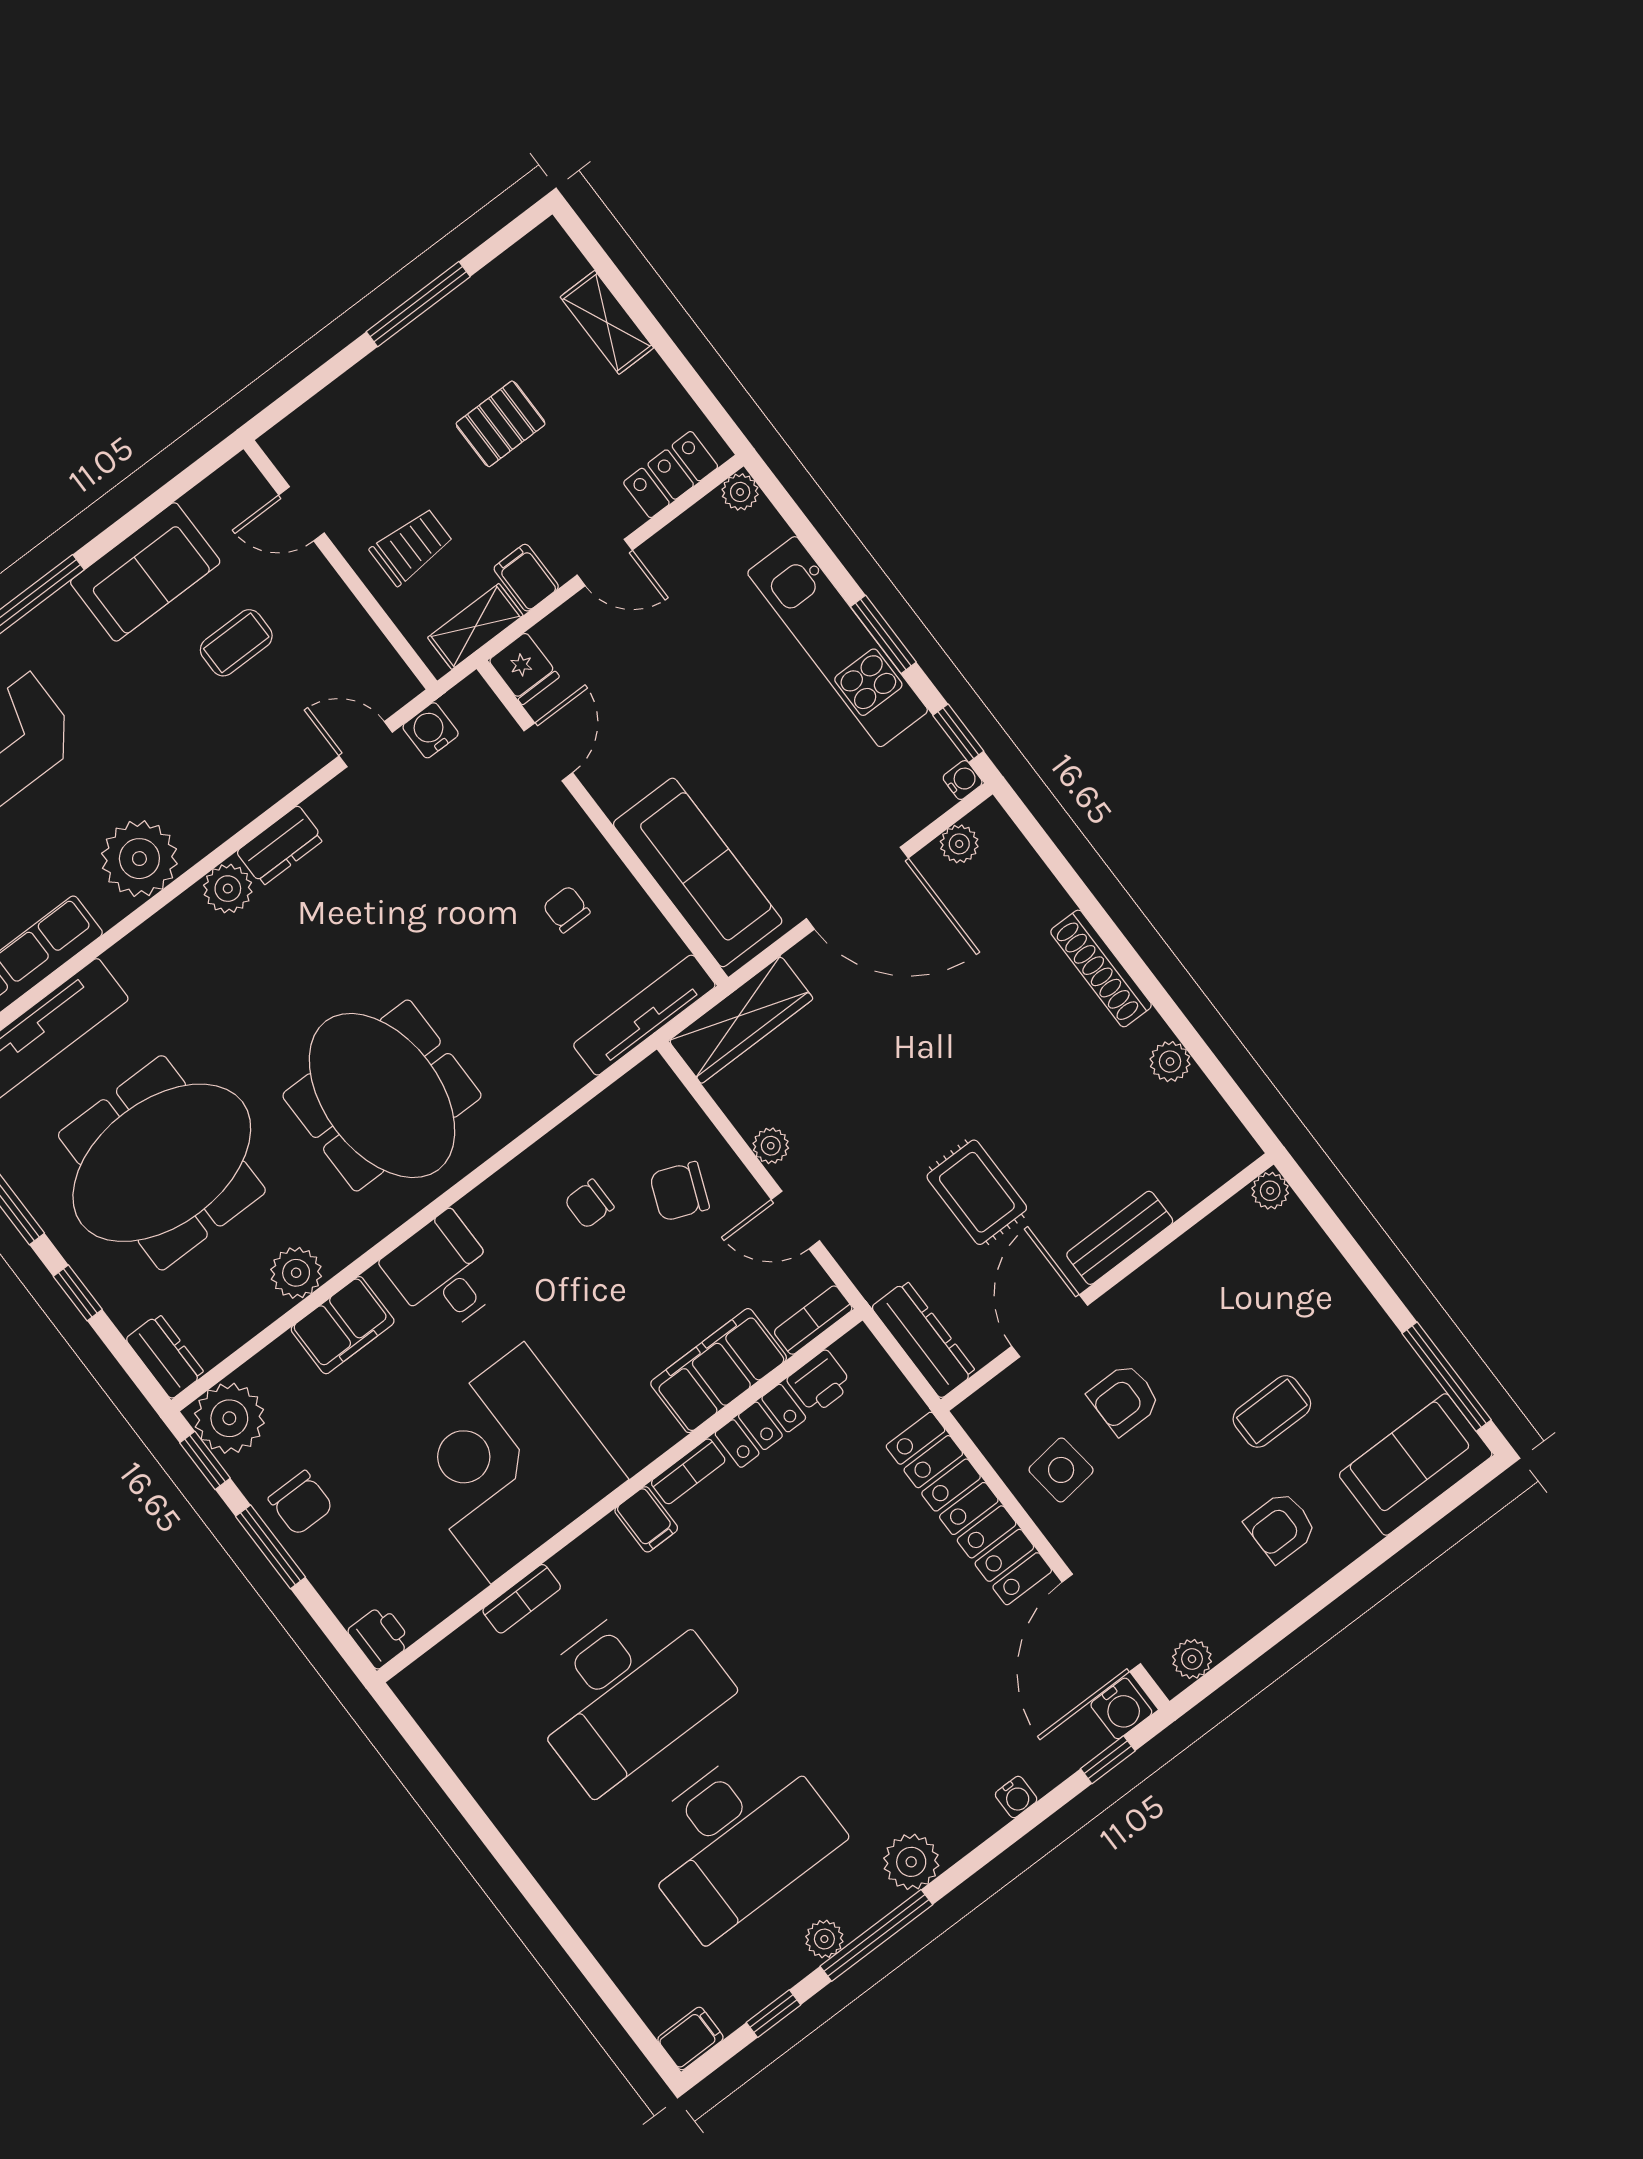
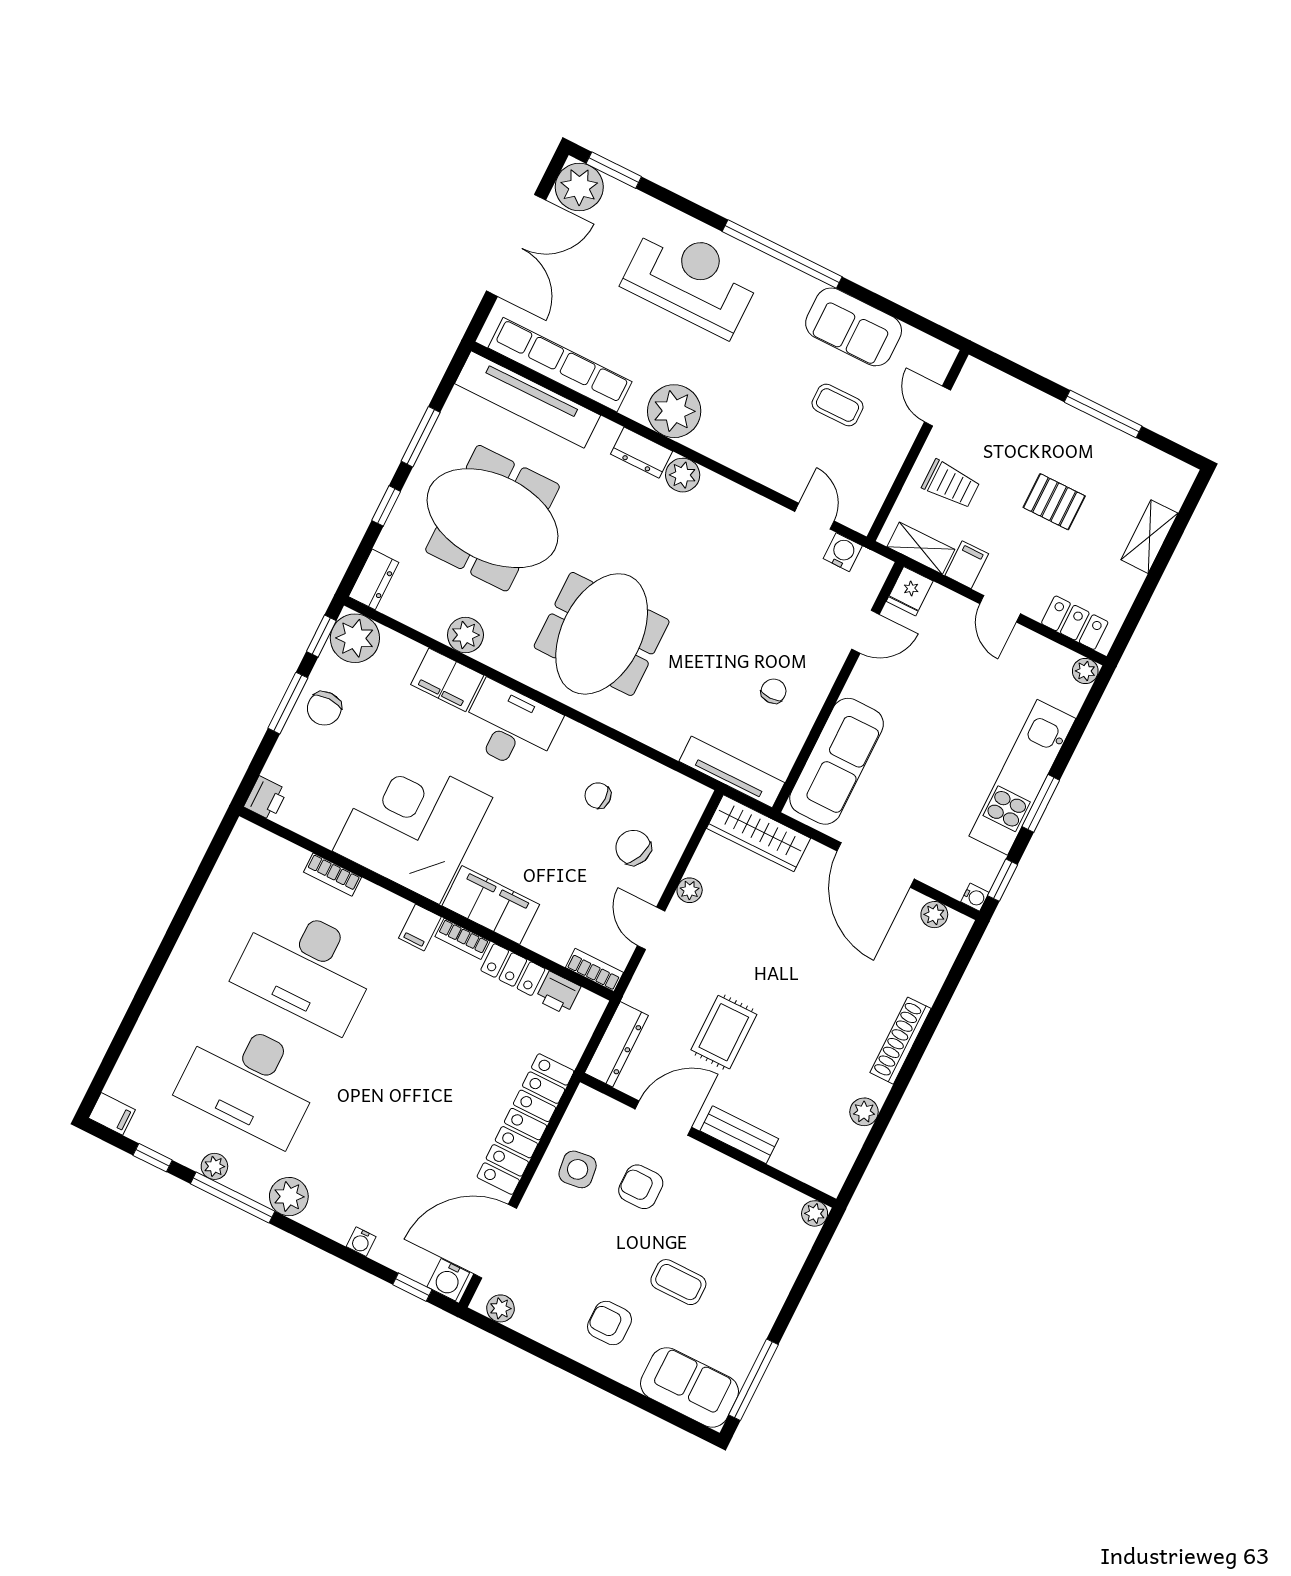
dresser: (280, 846) -> (642, 453), moved
desk: (444, 1274) -> (510, 727), width x1.37
filing cabinet: (719, 1371) -> (491, 905), moved

